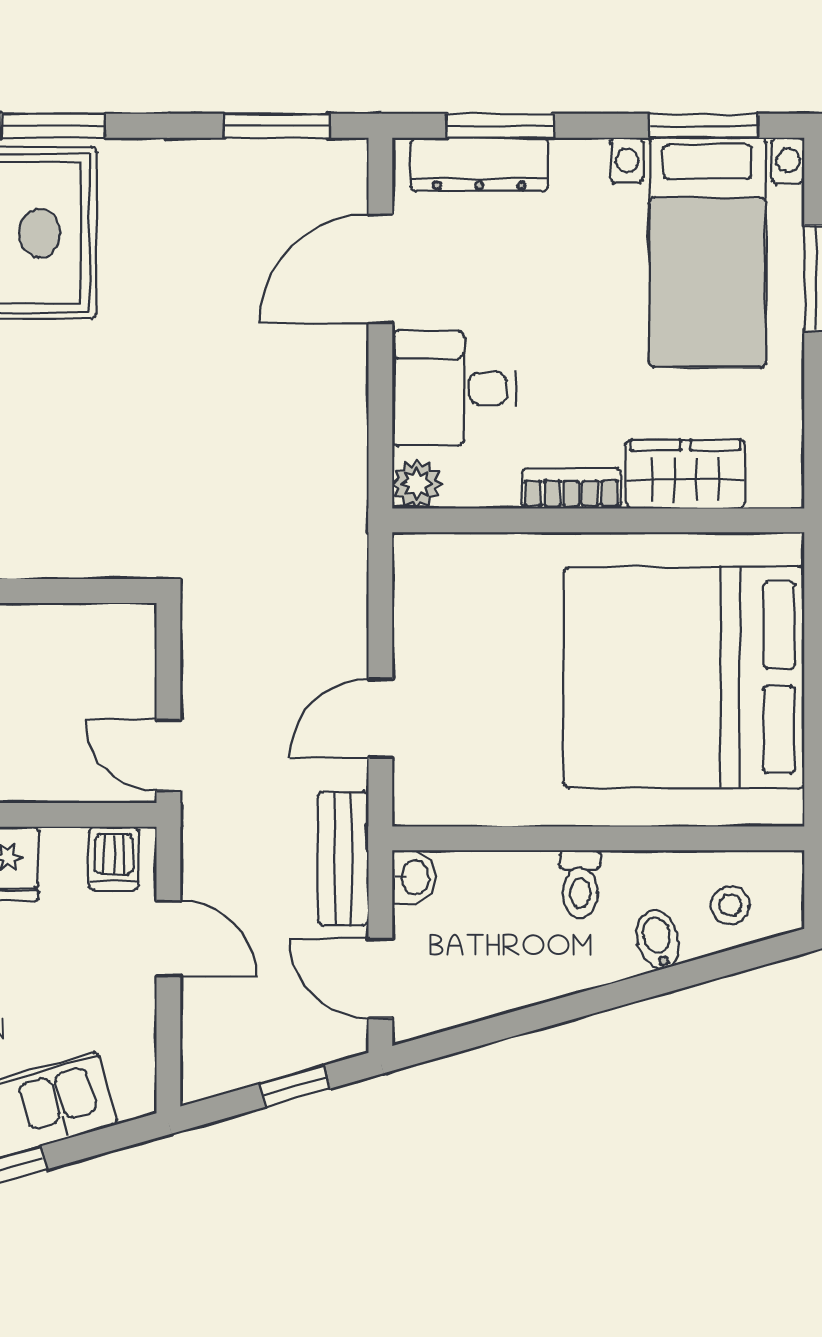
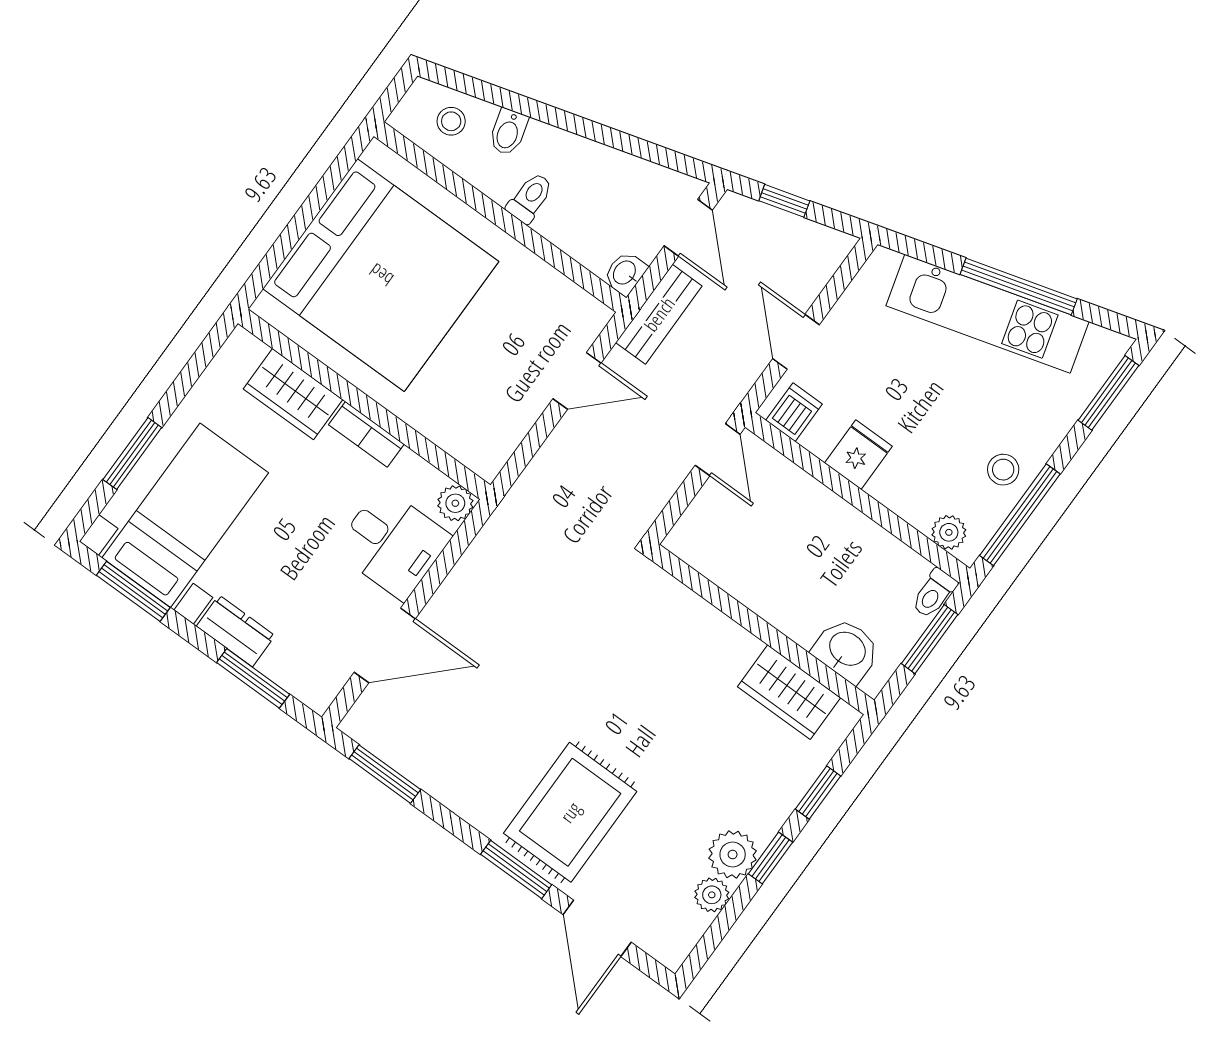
dresser: (479, 164) -> (236, 631), moved, width x0.70

